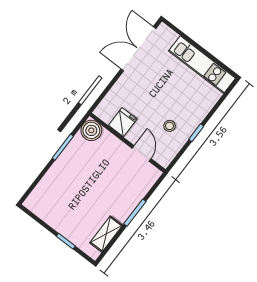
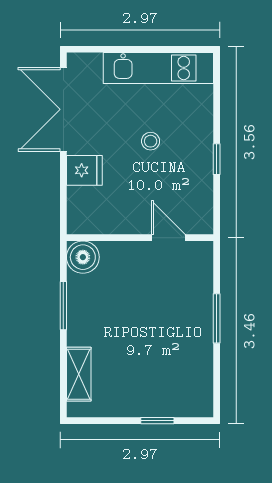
fridge: (123, 122) -> (84, 170), moved, turned 90
stool: (170, 126) -> (151, 141), moved
shelving: (106, 234) -> (79, 374), moved

